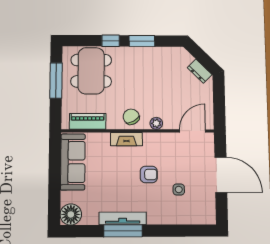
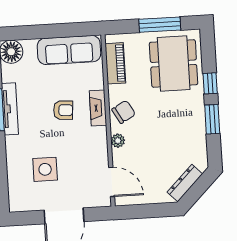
dining table: (91, 71) -> (174, 63), turned 90
dresser: (200, 71) -> (185, 183), width x1.44
armchair: (149, 174) -> (63, 110), moved, turned -86
side table: (179, 190) -> (45, 169), width x1.87, depth x1.87

